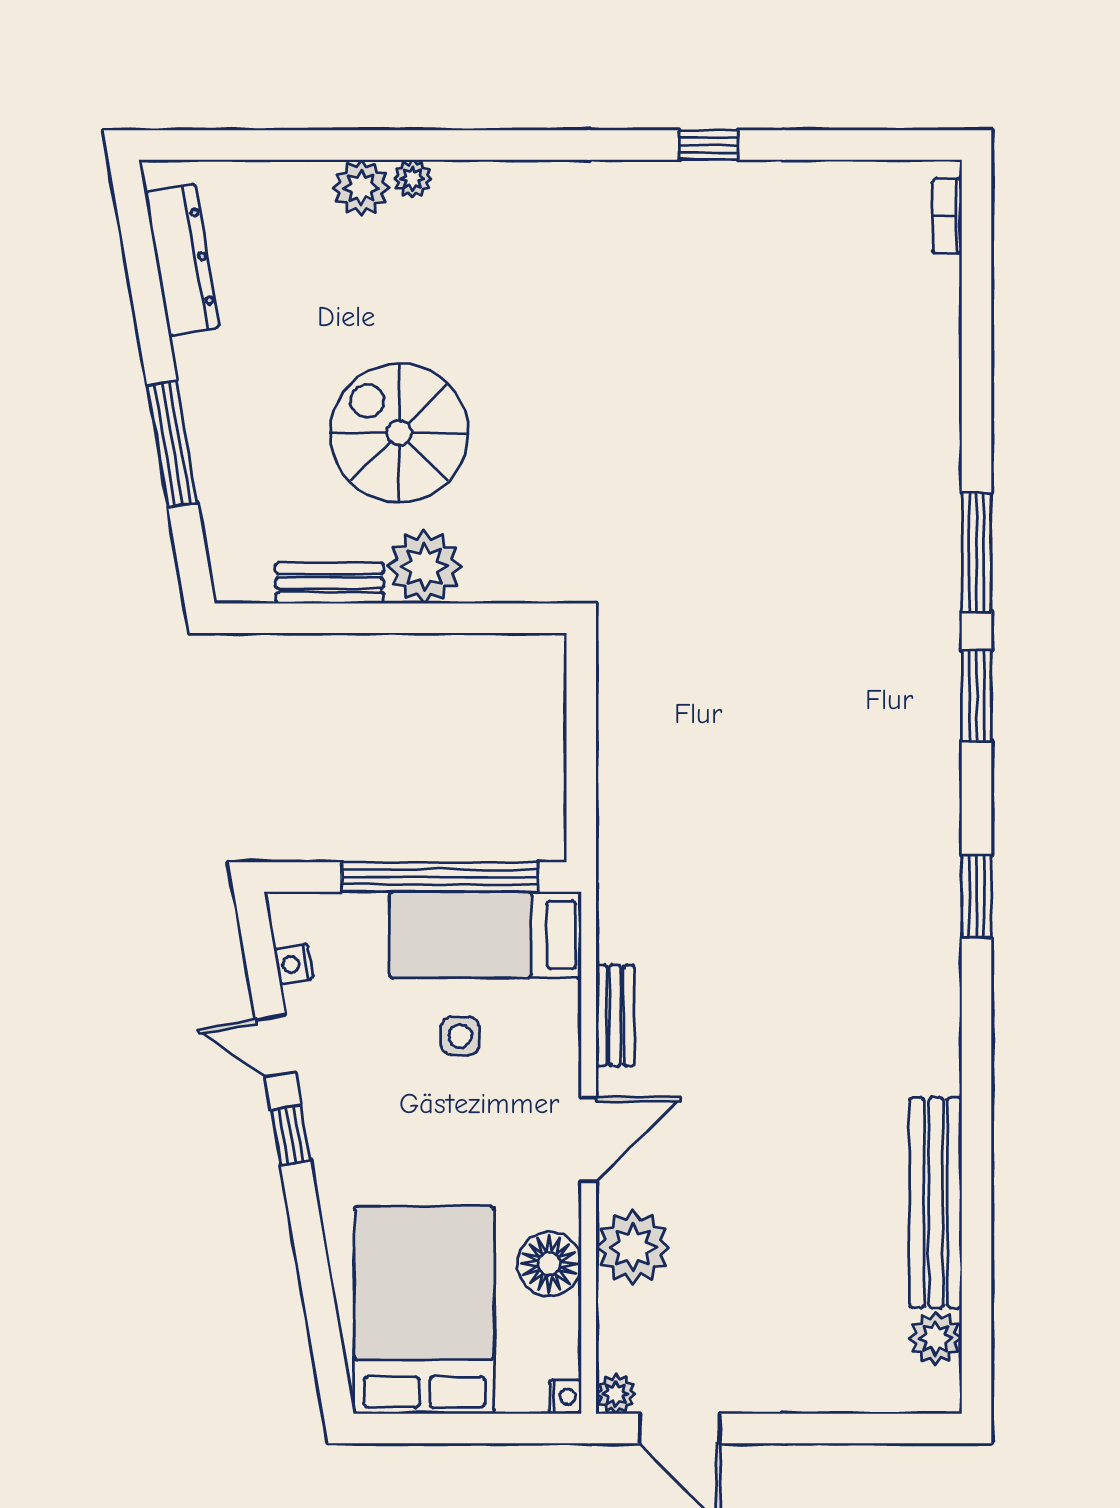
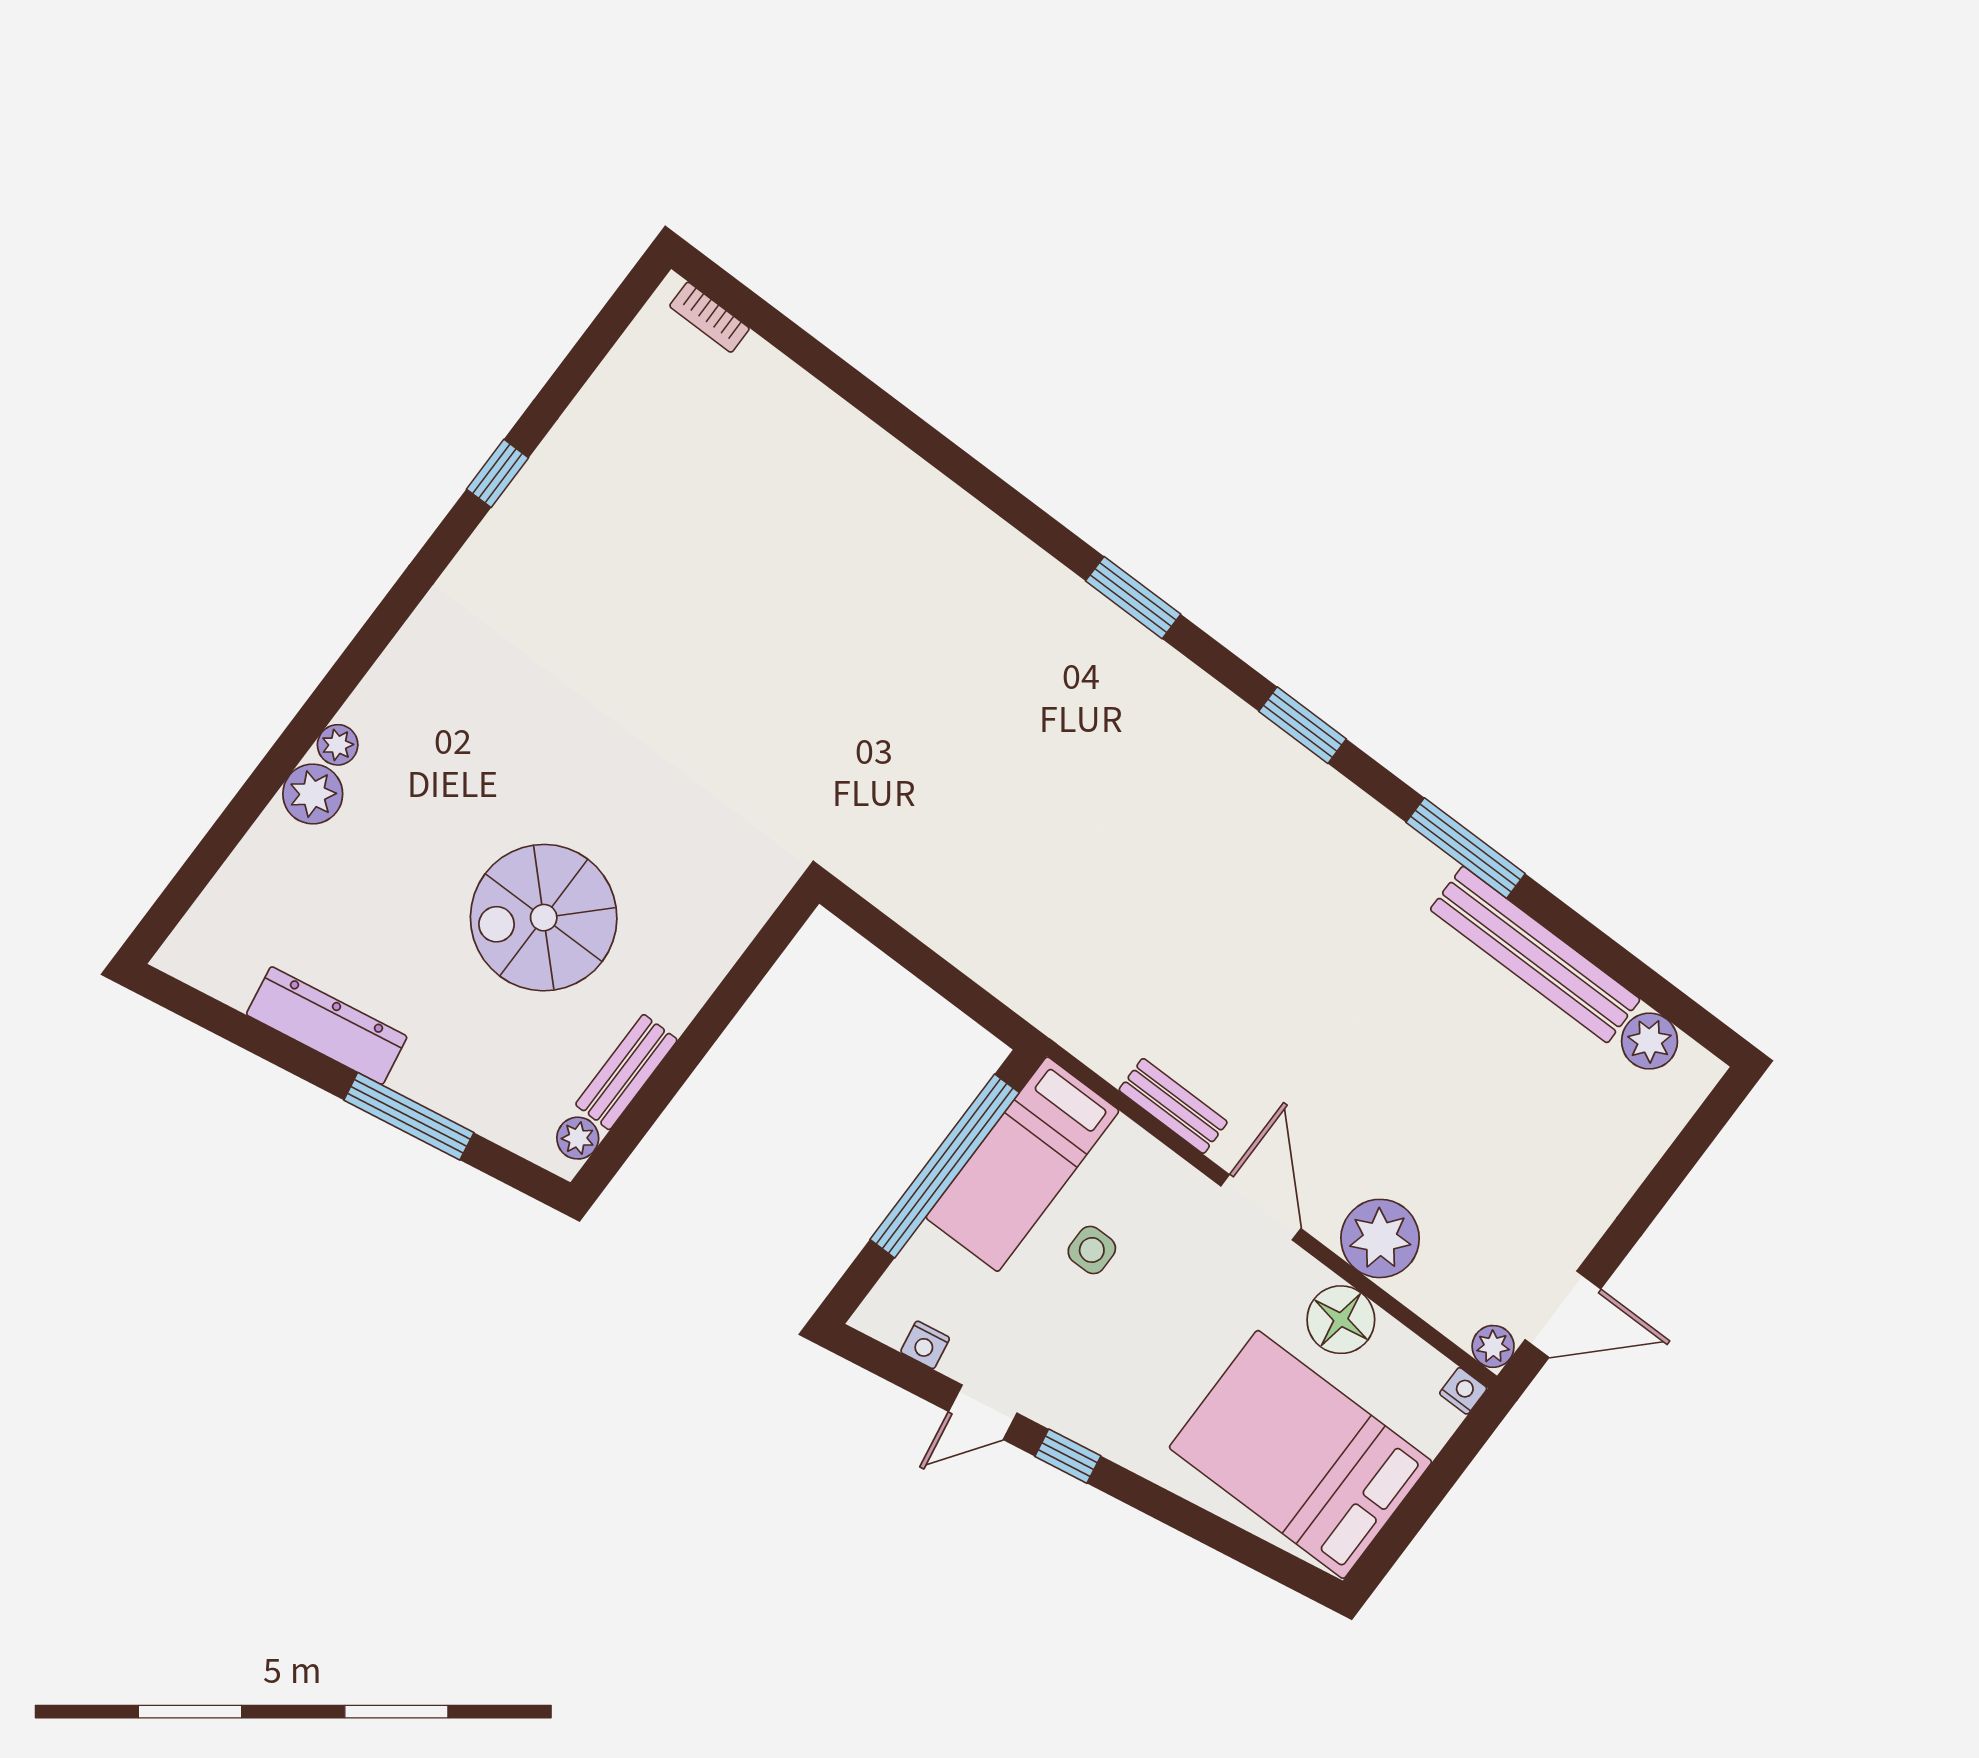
dresser: (182, 260) -> (327, 1026), moved
window: (977, 552) -> (1466, 848), moved
plant: (424, 567) -> (578, 1138), moved, width x0.53, depth x0.53

